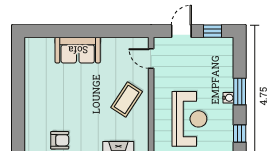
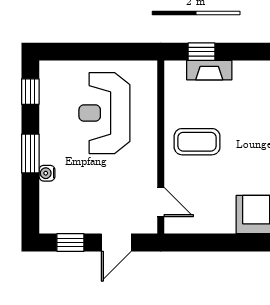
water cooler: (228, 98) -> (47, 173), moved
coffee table: (127, 100) -> (197, 142), turned 57

